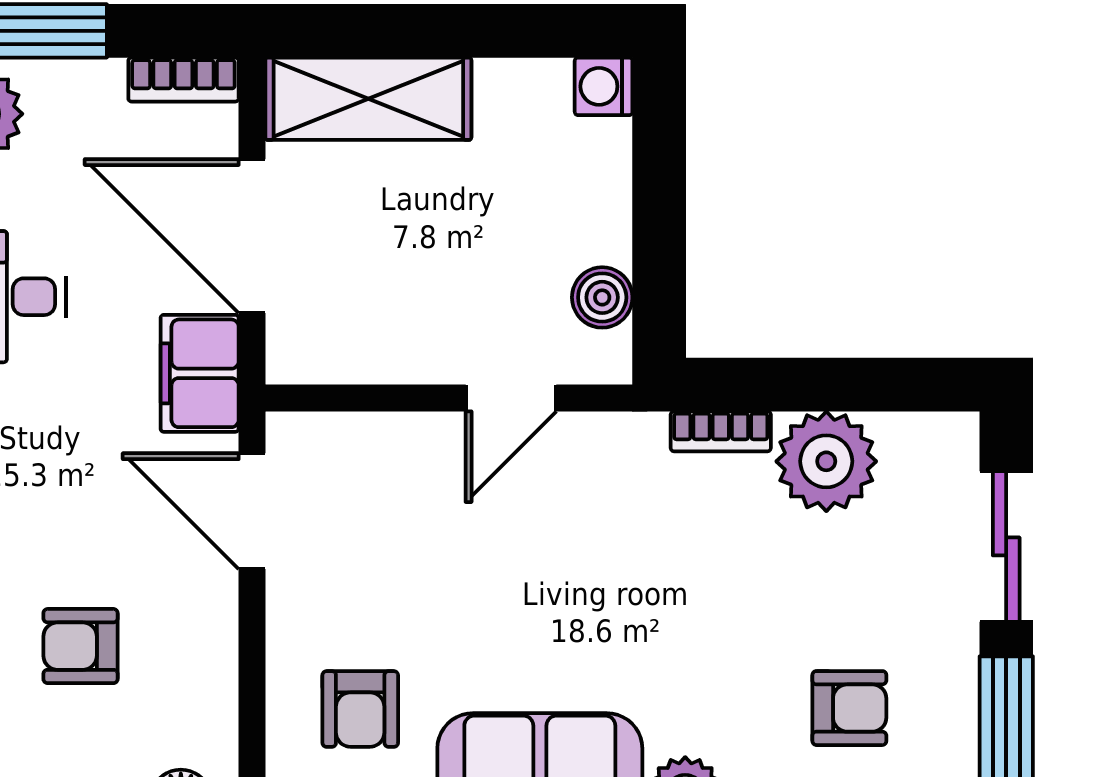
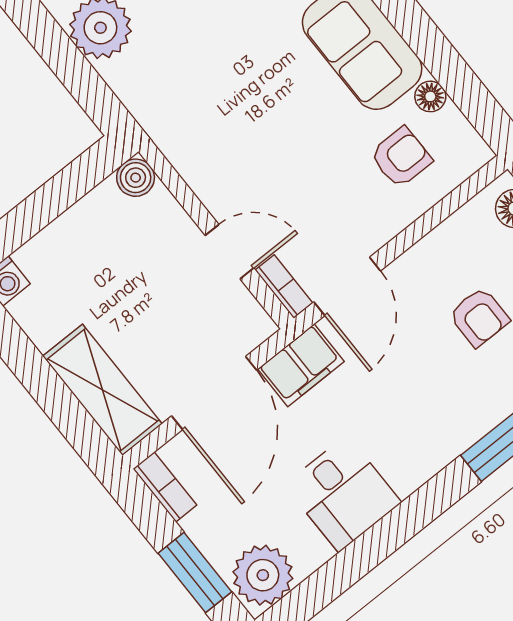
boiler: (602, 297) -> (136, 178), moved
door: (511, 398) -> (230, 252), moved
bookcase: (721, 431) -> (284, 287), moved

